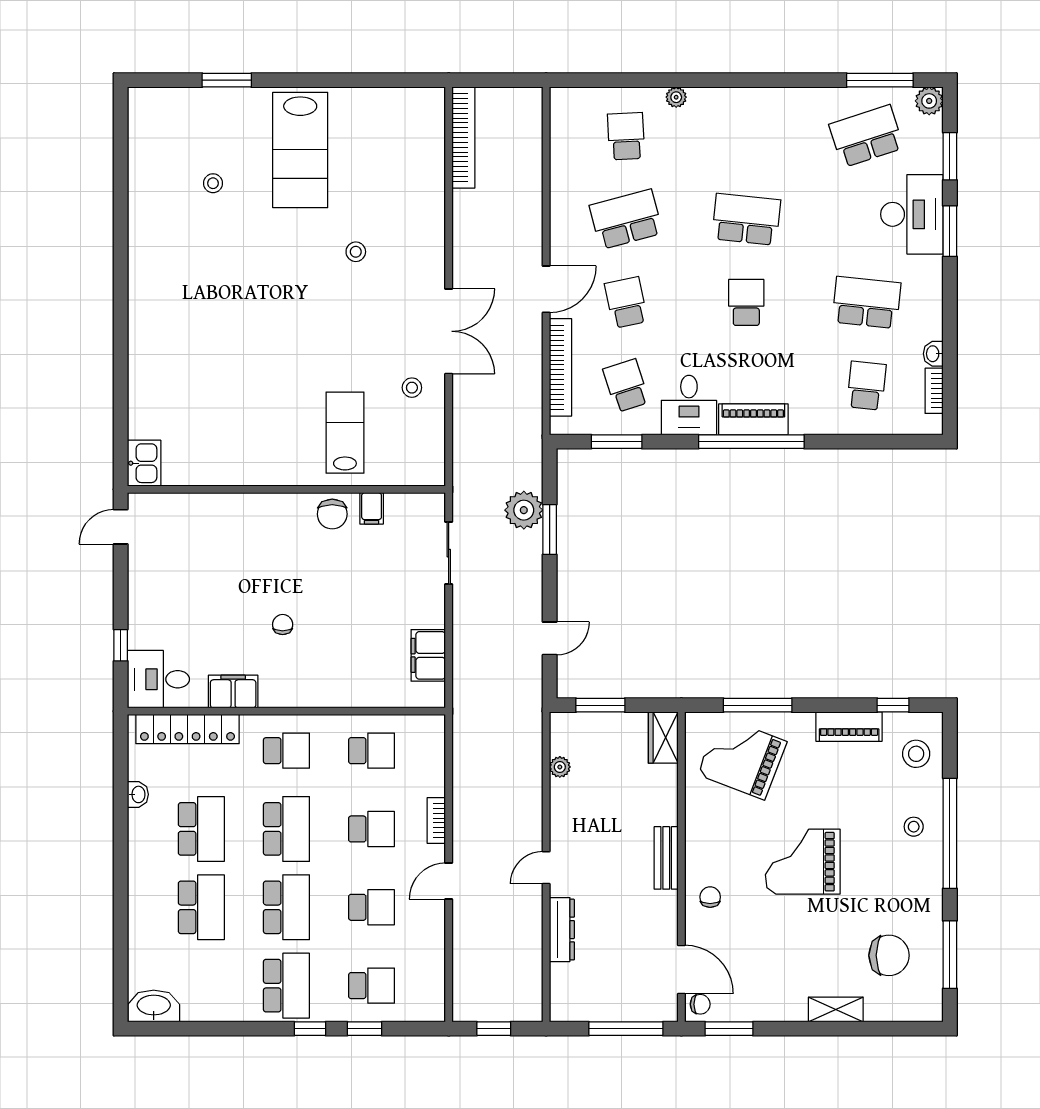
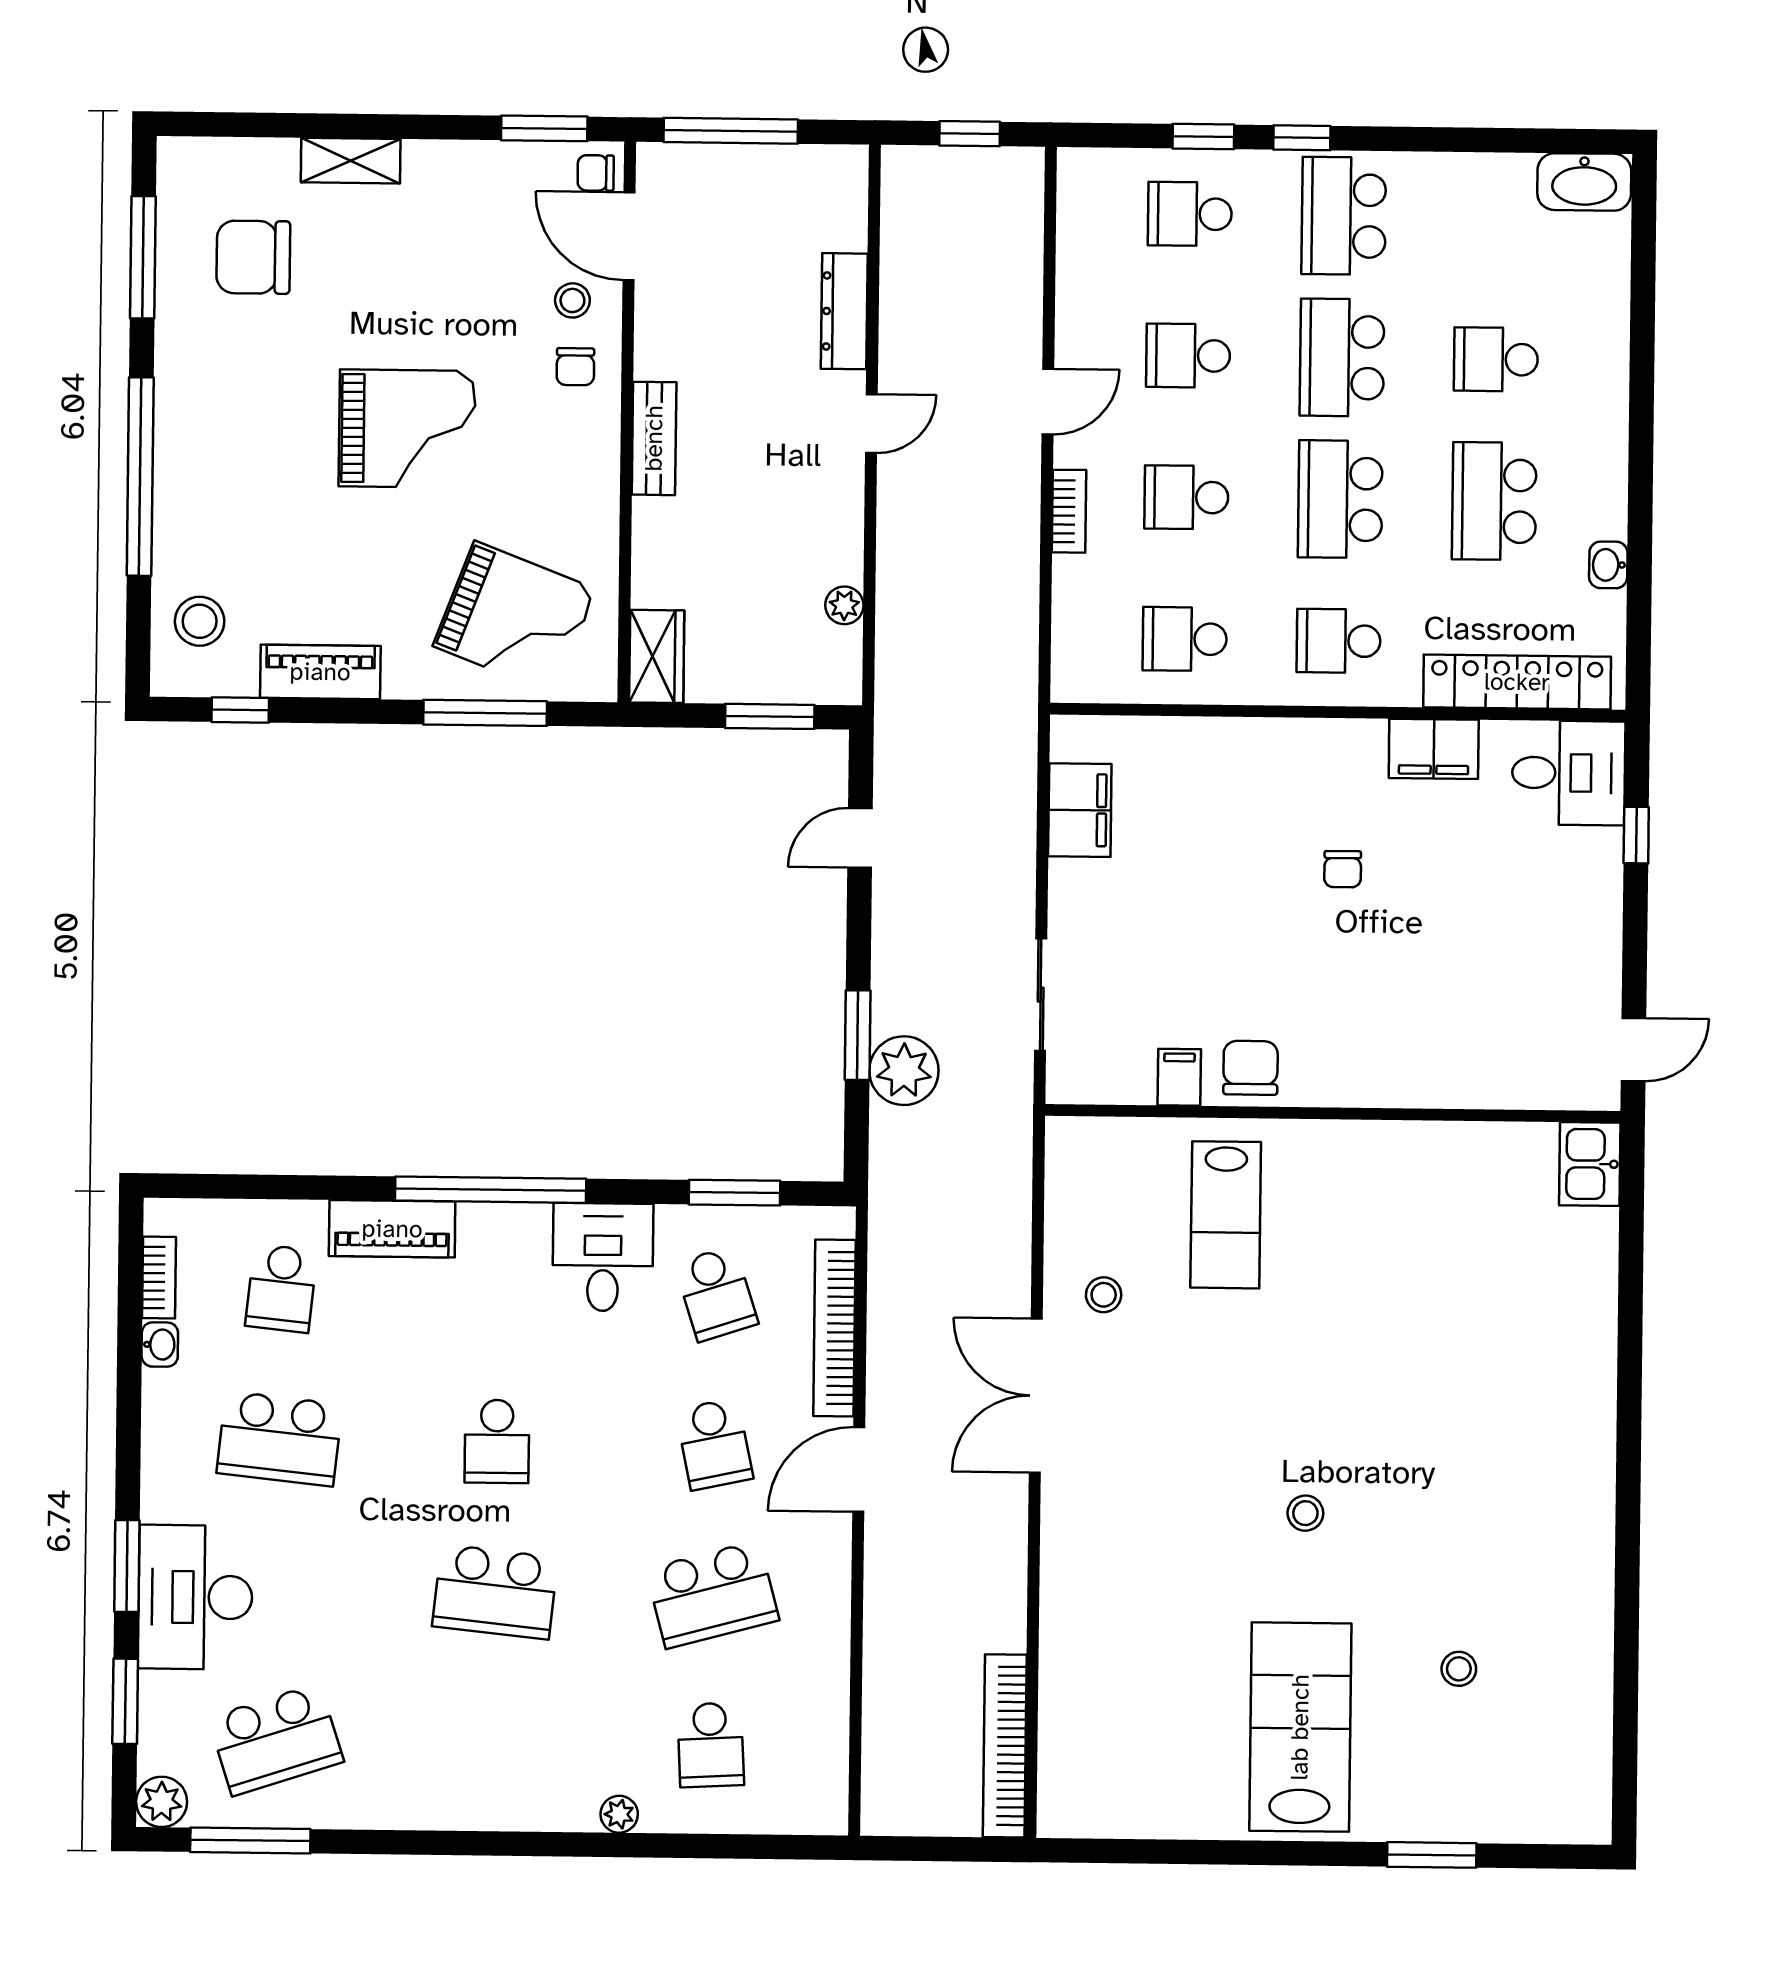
stool: (356, 252) -> (1305, 1513), moved
piano: (753, 419) -> (392, 1229), moved
stool: (914, 827) -> (572, 300), moved
school desk: (201, 907) -> (1496, 359), width x0.54

